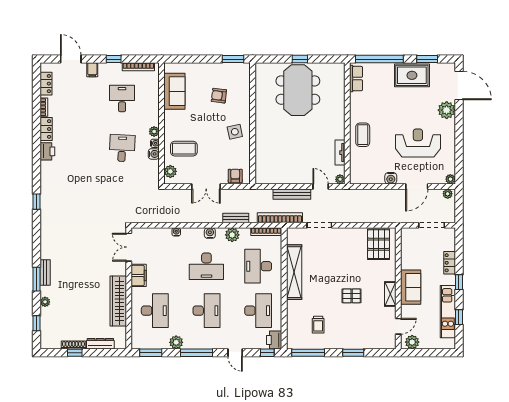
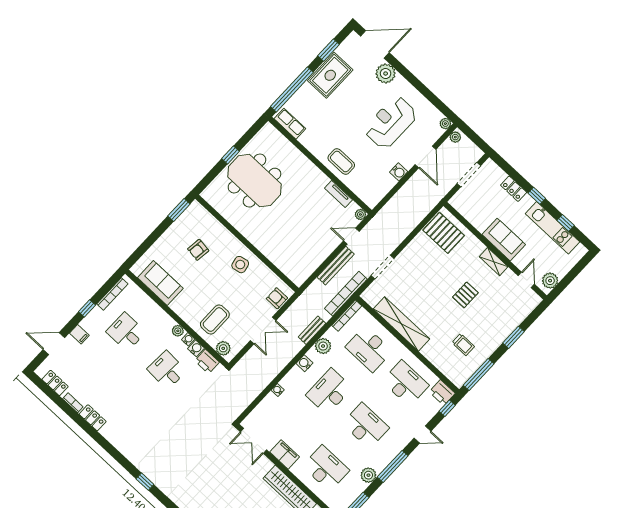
printer: (47, 151) -> (207, 361), moved, turned 180
desk: (206, 266) -> (329, 392), turned 180

